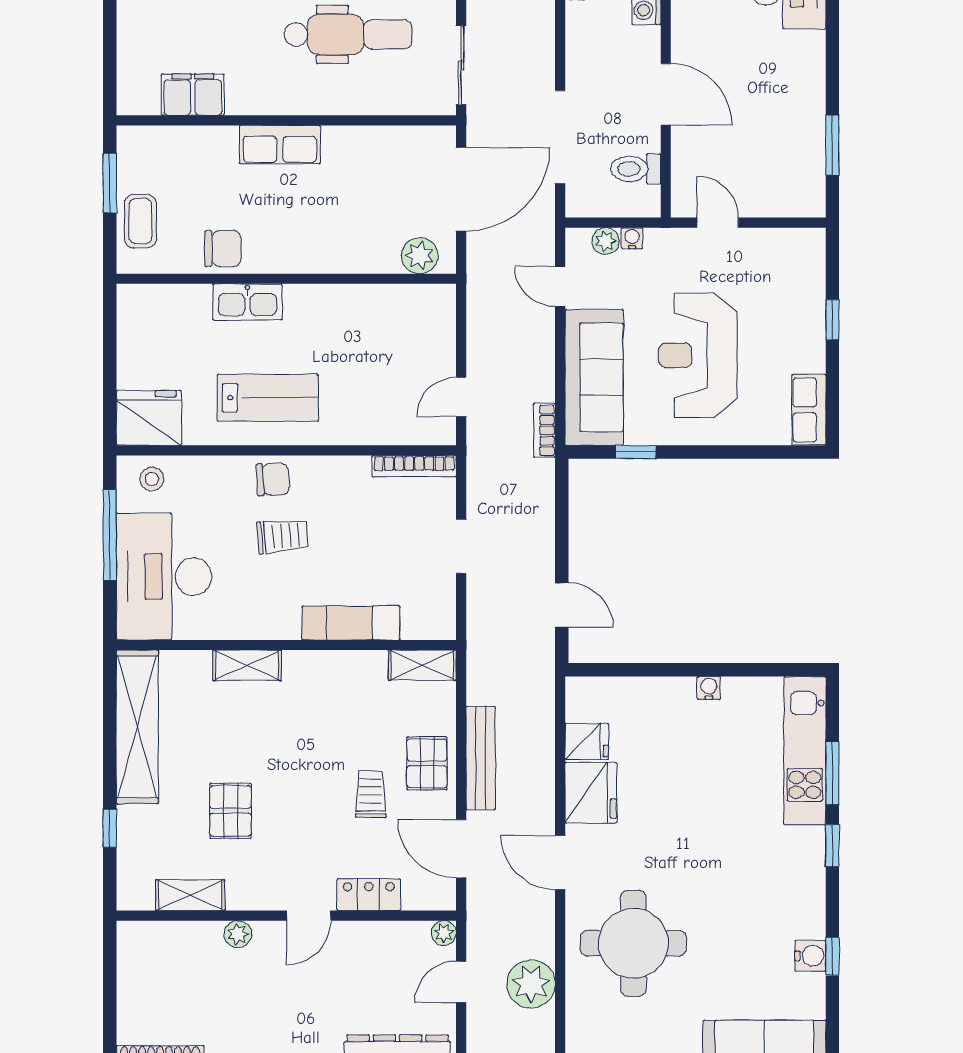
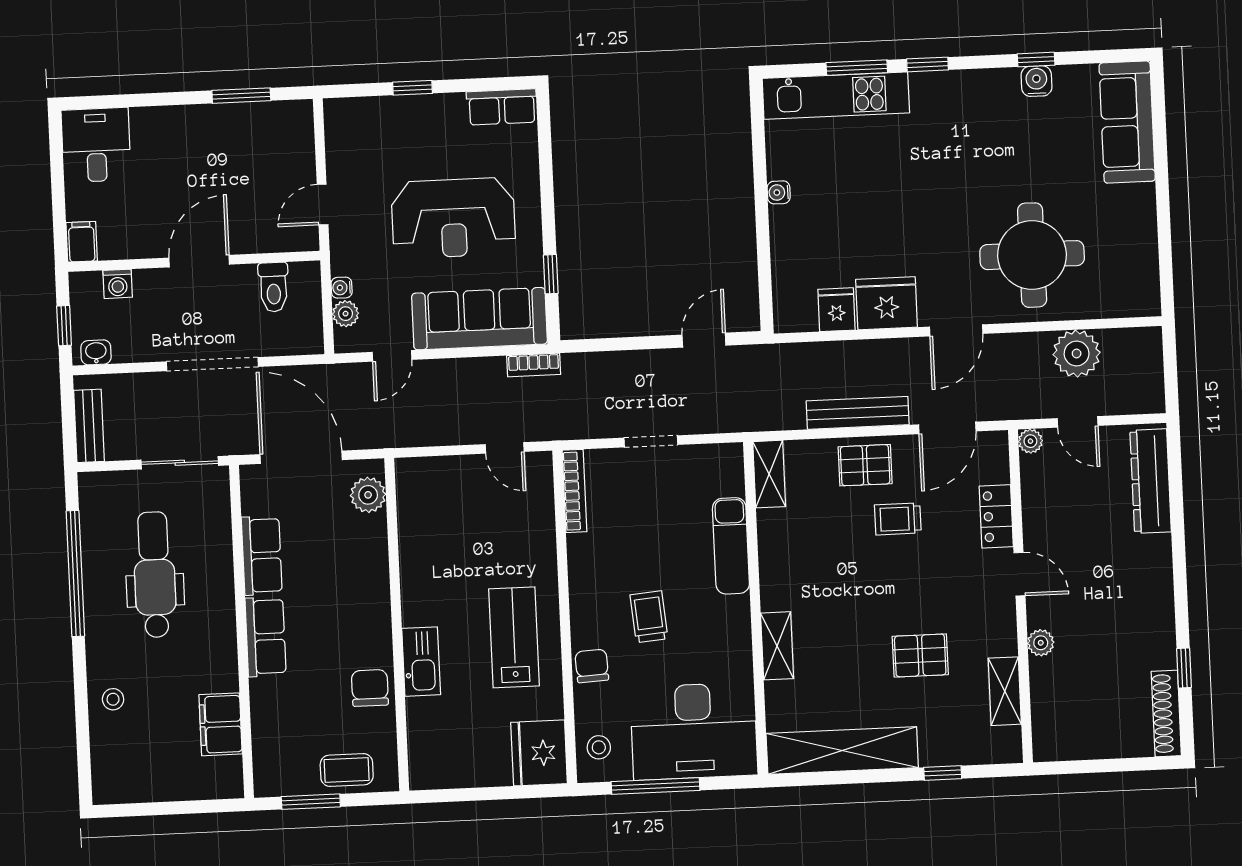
doorway: (560, 137) -> (212, 364), moved
row of seats: (363, 144) -> (262, 556), added
chair: (273, 479) -> (592, 666), moved

